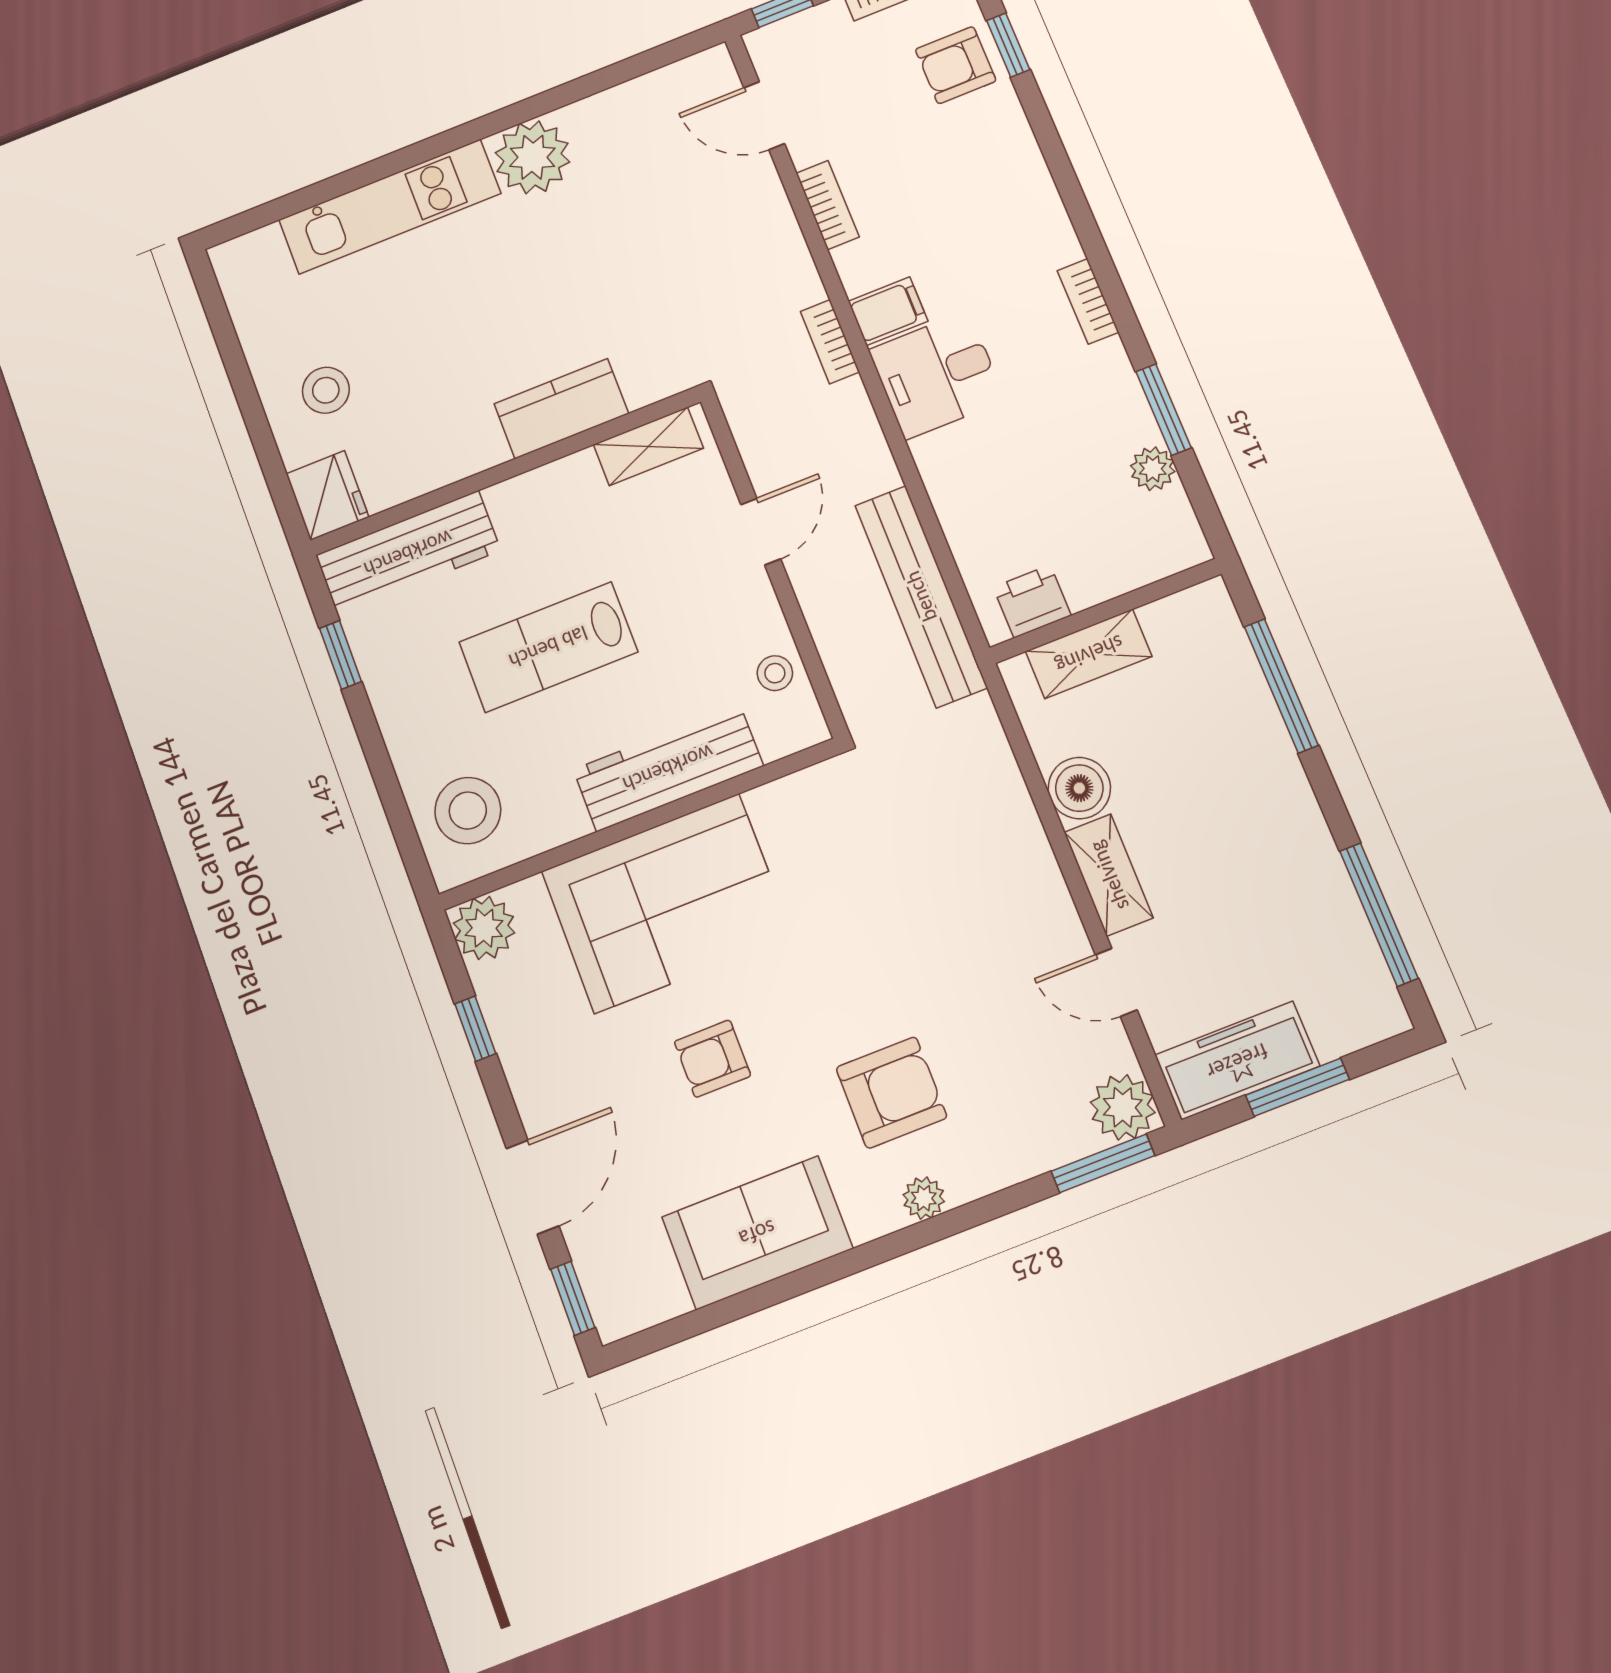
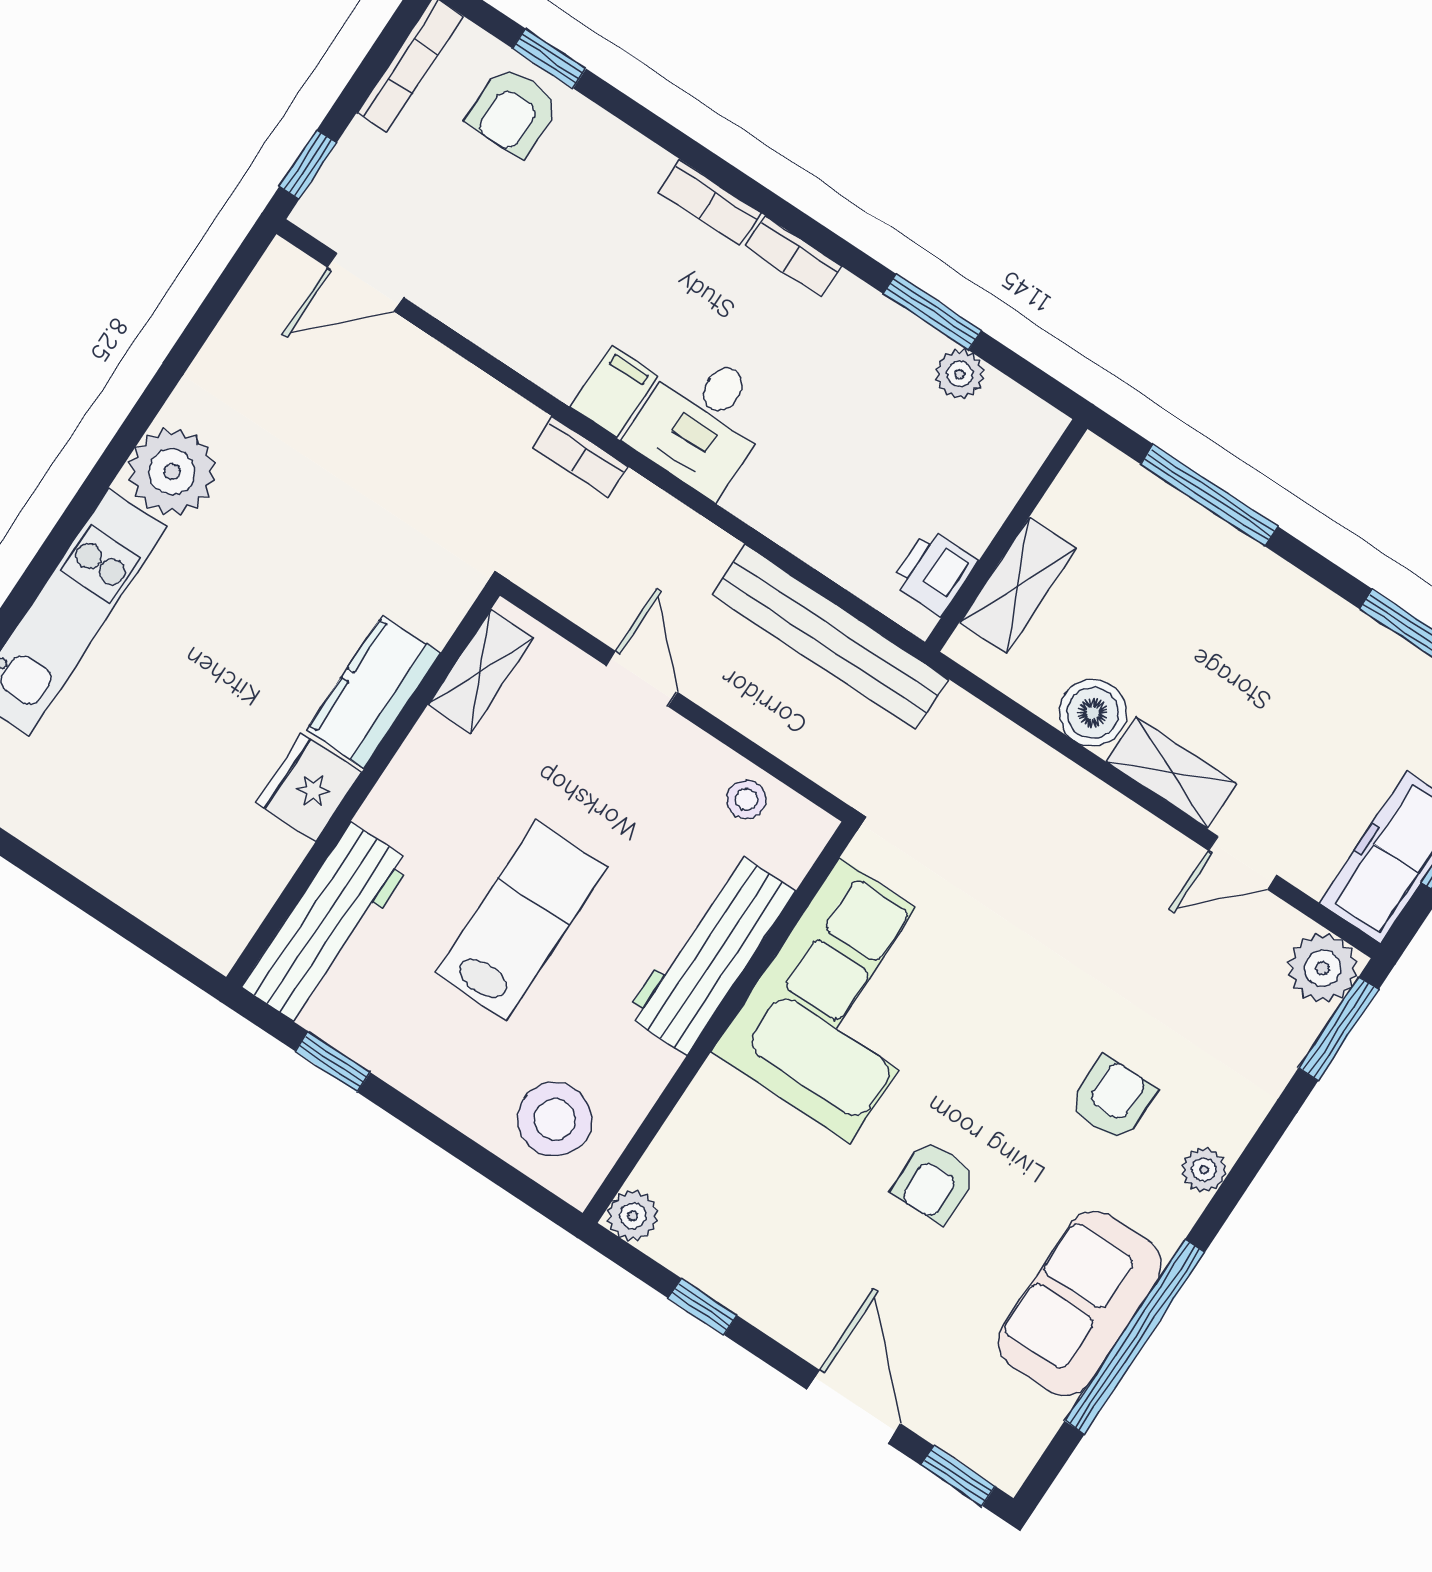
bookcase: (828, 205) -> (710, 202), moved, turned 180
stool: (326, 390) -> (137, 827), removed
fridge: (327, 495) -> (309, 788), moved, turned -90
lab bench: (548, 647) -> (521, 920), turned 180
corner sofa: (667, 903) -> (845, 1001), moved
plant: (484, 928) -> (633, 1216), width x0.73, depth x0.73
armchair: (891, 1093) -> (1113, 1099), width x0.72, depth x0.72
window: (781, 1289) -> (1135, 1337), added

